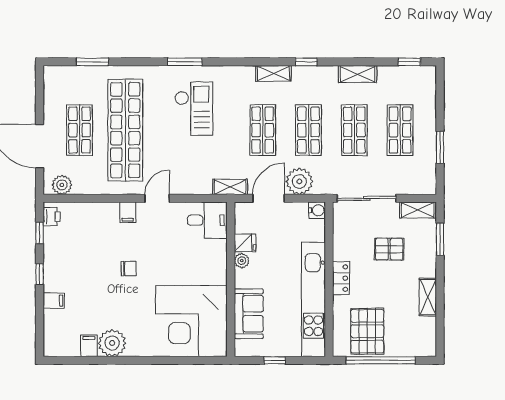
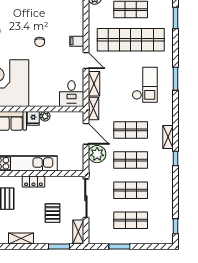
shelving: (358, 74) -> (94, 84), moved
checkout: (194, 109) -> (145, 85), turned -90
water cooler: (317, 210) -> (78, 166), removed
fridge: (245, 243) -> (33, 118), moved

